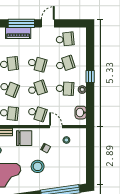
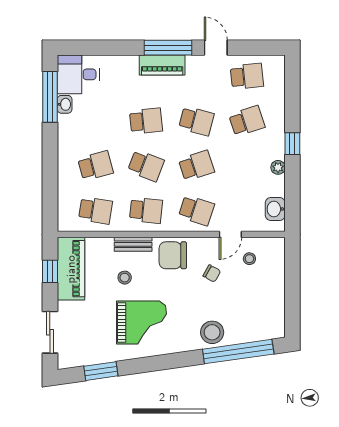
door: (48, 23) -> (216, 48), hinge flipped
school desk: (65, 89) -> (247, 166), removed
door: (56, 127) -> (230, 234), swing flipped
chair: (24, 138) -> (173, 255), turned 180
stool: (38, 166) -> (212, 332), moved

